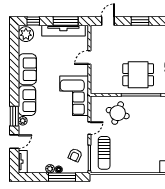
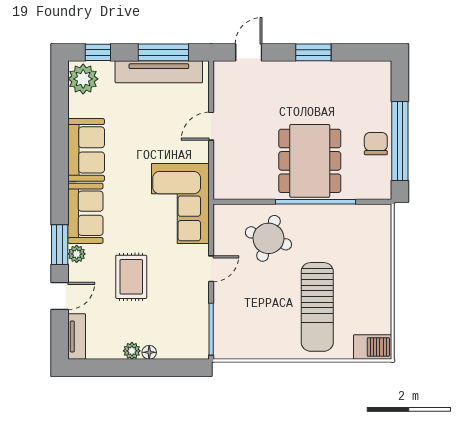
dining table: (138, 75) -> (310, 161), width x1.38
rug: (50, 132) -> (131, 277), added
sun lounger: (104, 153) -> (317, 307), moved, width x1.36, depth x1.34
armchair: (75, 155) -> (182, 323), removed
window: (62, 177) -> (156, 368), removed

